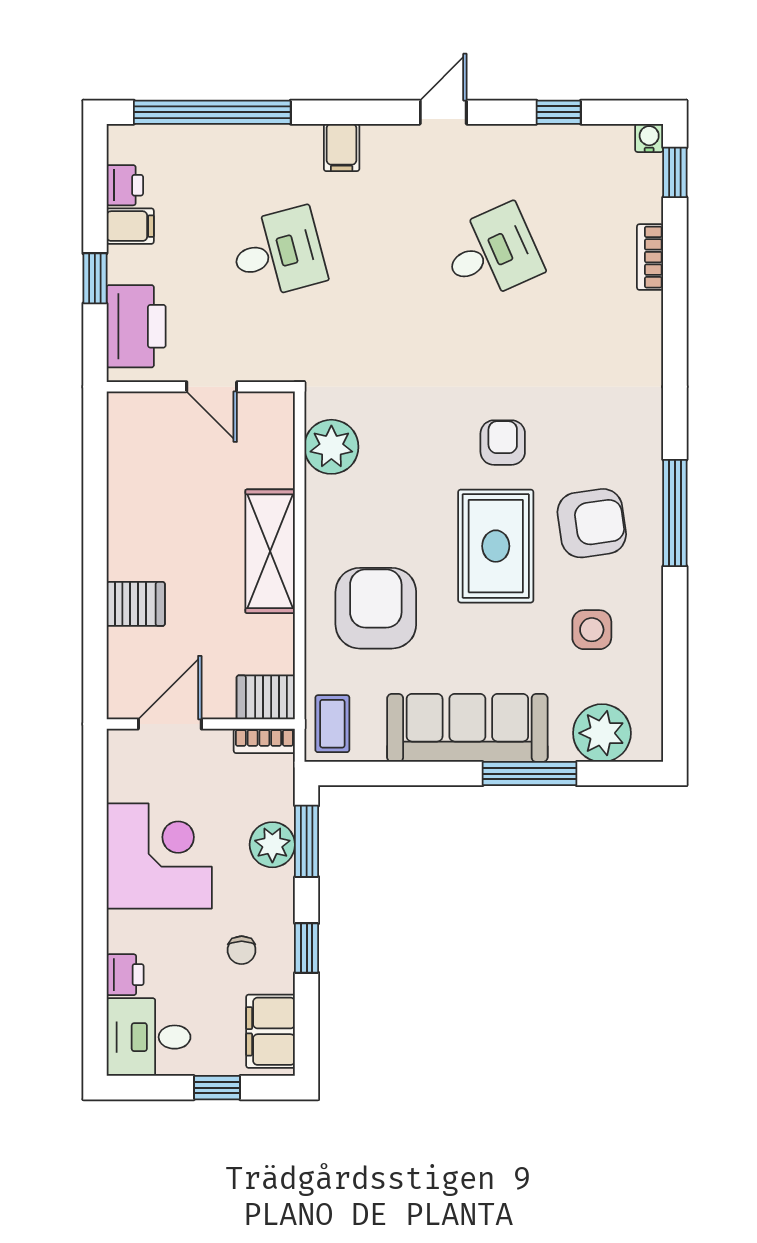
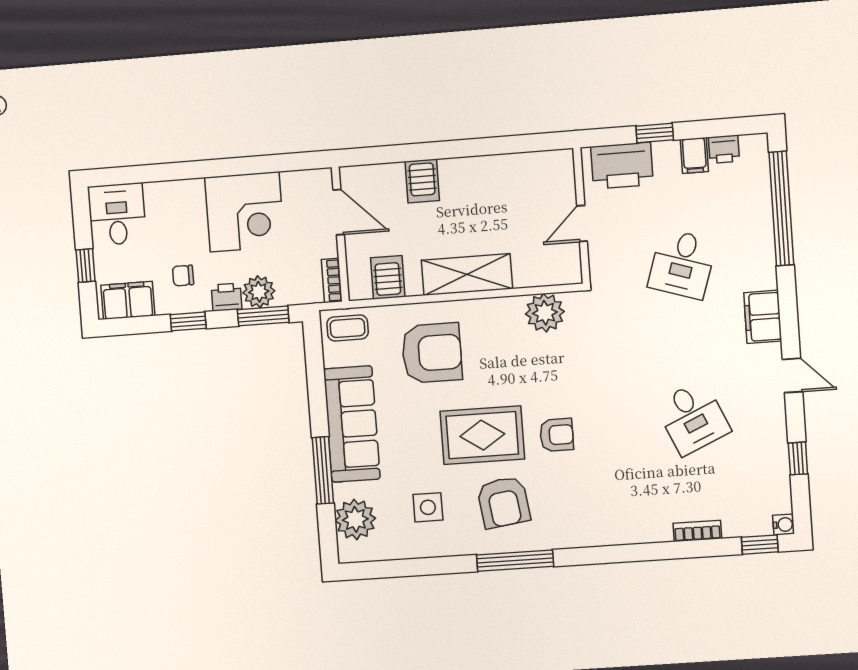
filing cabinet: (342, 148) -> (763, 317), width x2.00
desk: (278, 253) -> (682, 264), turned 33
server rack: (266, 697) -> (388, 277), moved
printer: (125, 975) -> (227, 297), moved, turned 180

